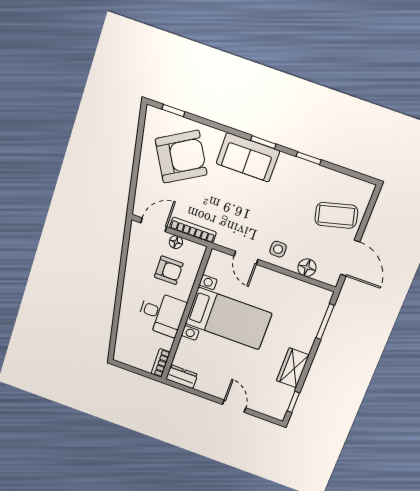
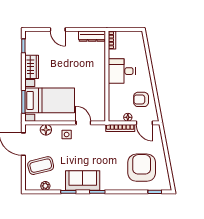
armchair: (181, 157) -> (142, 168), turned 120
sofa: (248, 157) -> (83, 181), moved
plant: (341, 181) -> (45, 186), added
door: (154, 225) -> (144, 123), hinge flipped
armchair: (169, 270) -> (141, 99), moved
bed with nightstands: (229, 318) -> (50, 100), moved, turned 180
dresser: (182, 377) -> (92, 36), width x1.44

